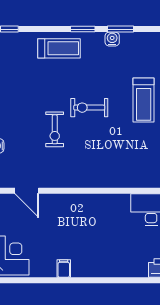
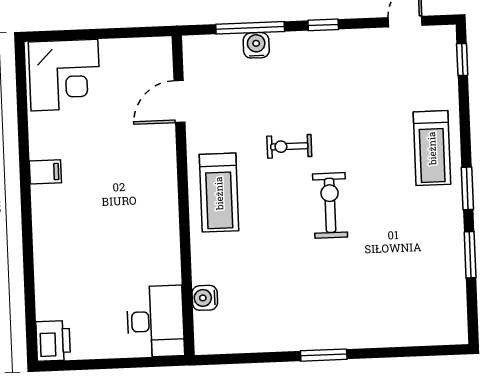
water cooler: (112, 39) -> (205, 298), moved, turned 180
treadmill: (144, 100) -> (219, 193), moved, turned -90
exercise bike: (55, 129) -> (289, 146), width x0.73, depth x0.72

